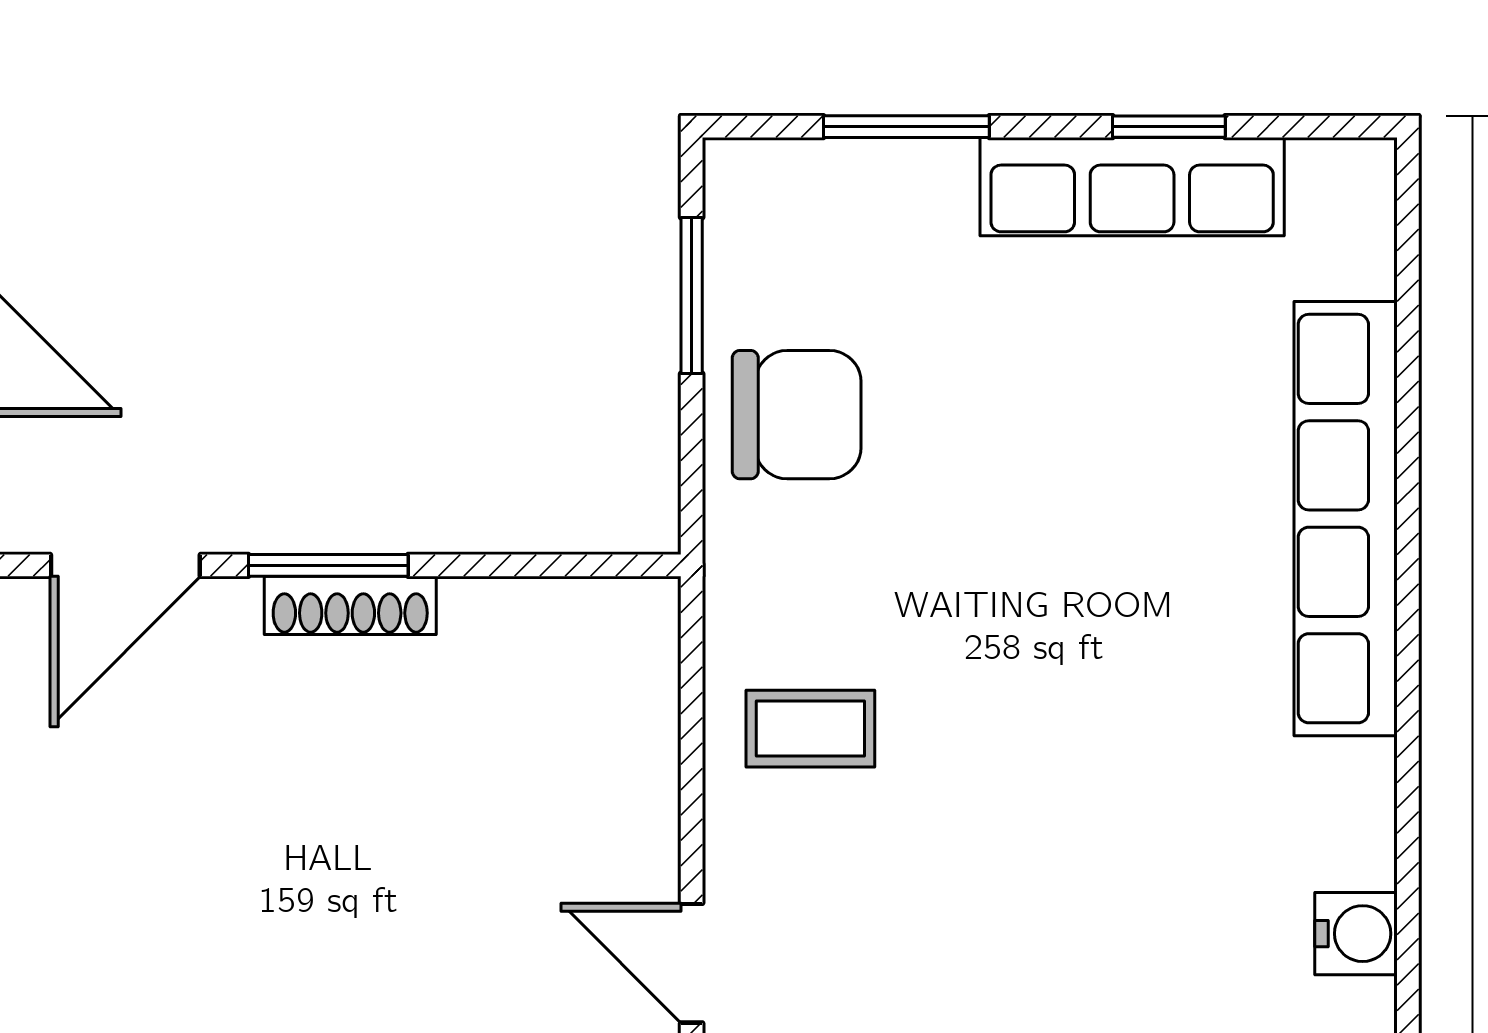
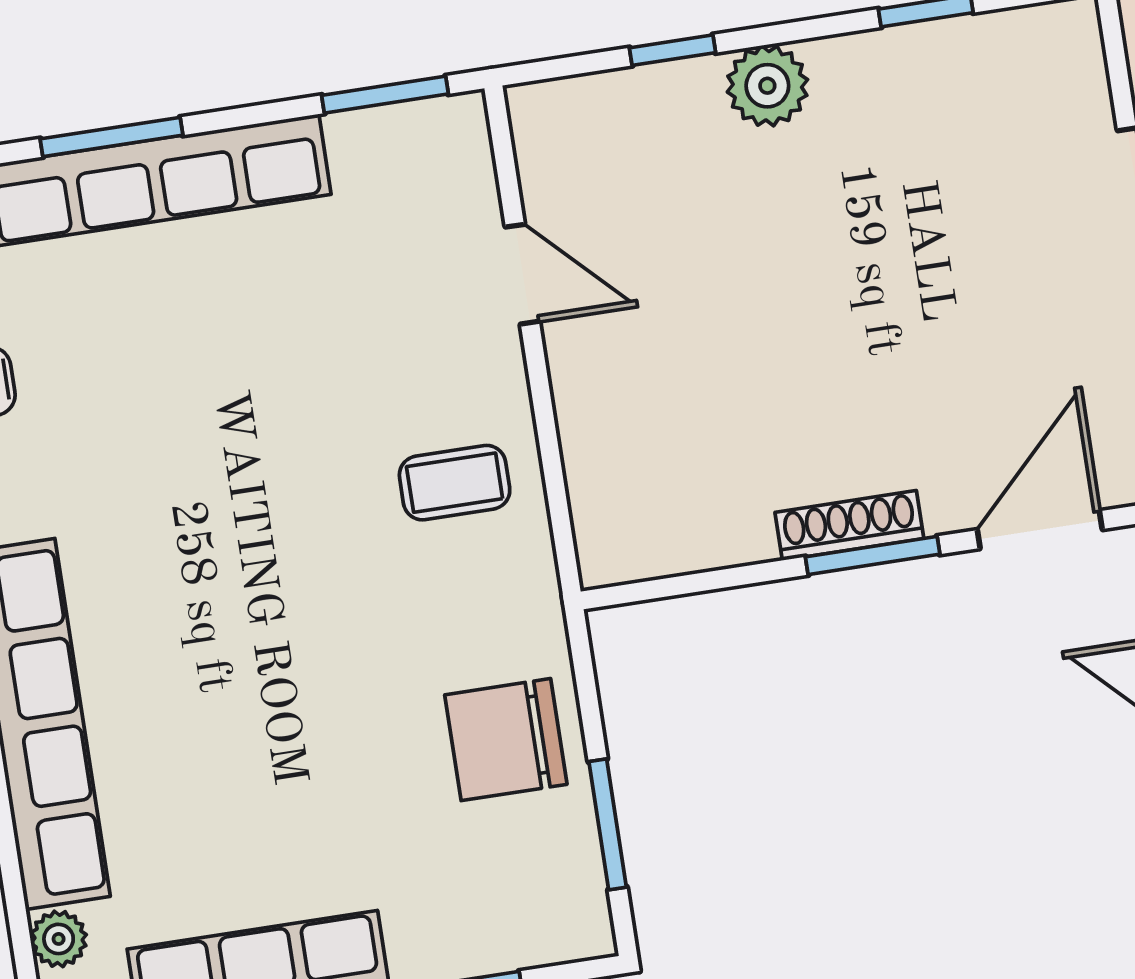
plant: (1363, 260) -> (59, 939), added

